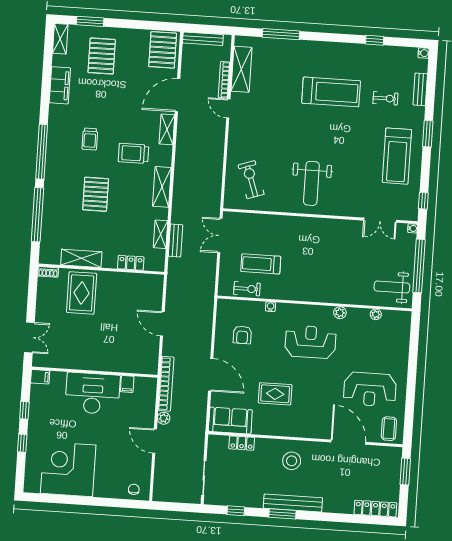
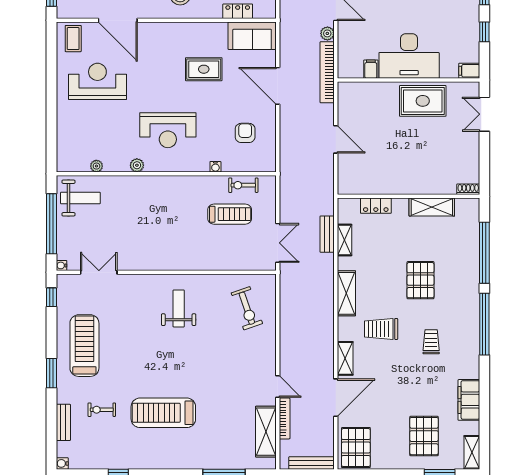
trolley: (133, 153) -> (381, 329), turned 180
weight bench: (311, 183) -> (179, 308), width x0.73, depth x0.75
rug: (82, 293) -> (423, 101), moved, turned 90

